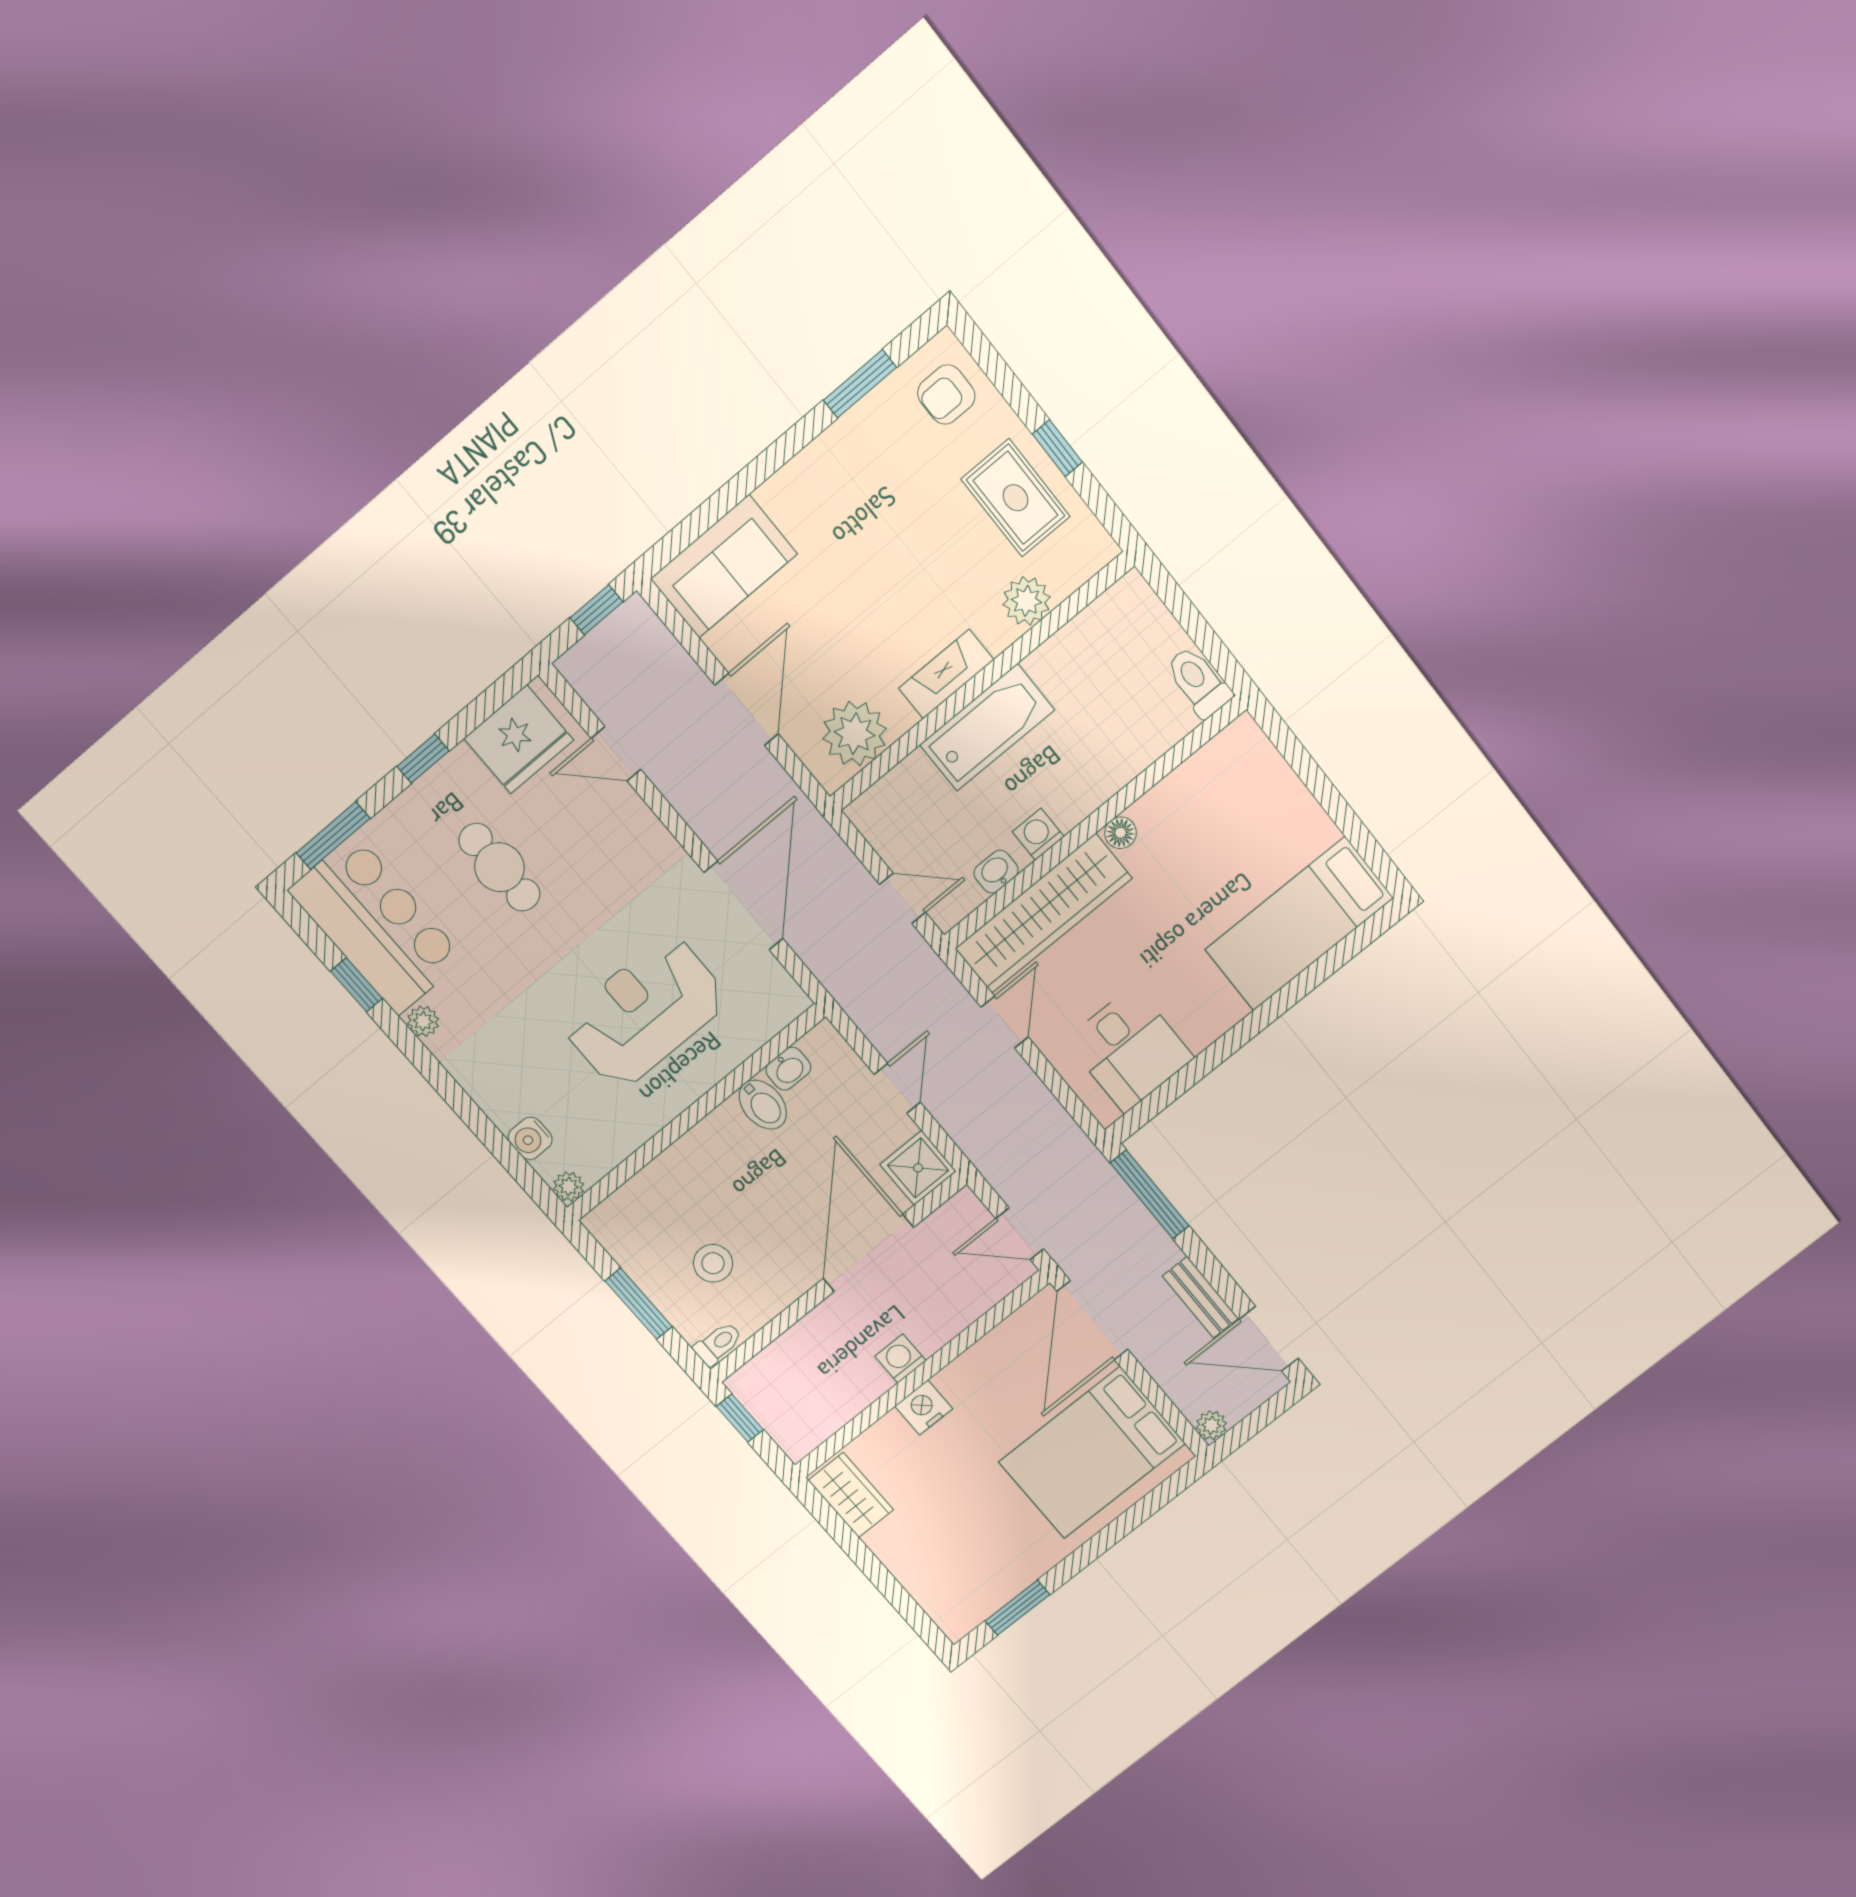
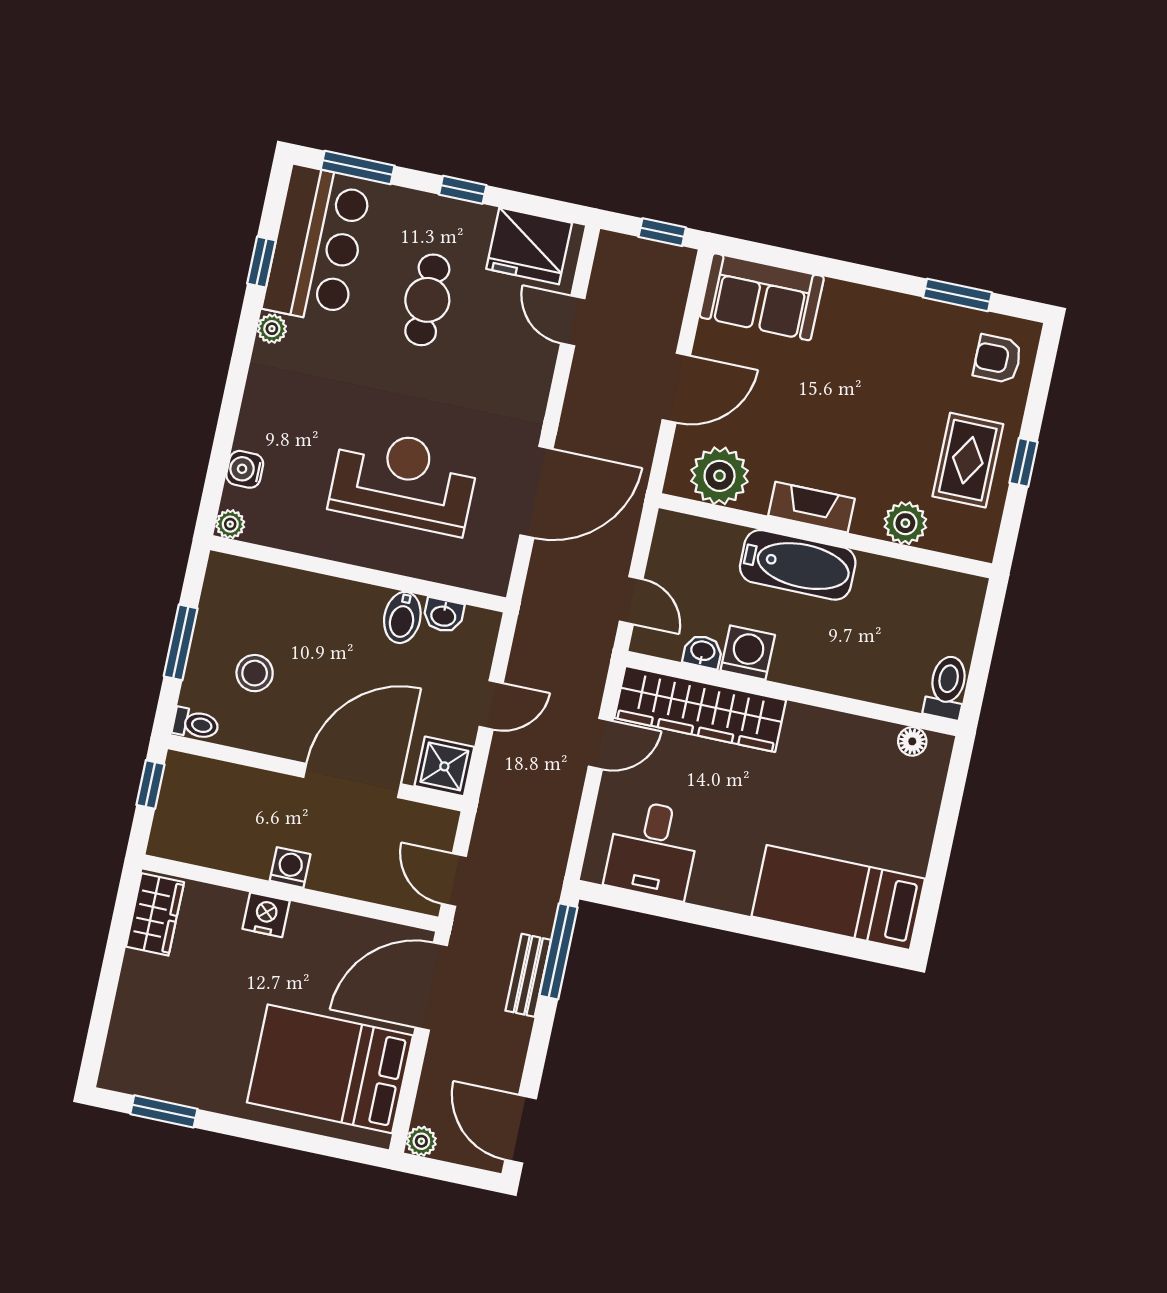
floor lamp: (1120, 833) -> (912, 741), moved
washing machine: (1038, 834) -> (748, 653), width x1.38, depth x1.38
bench: (1201, 1297) -> (528, 975), moved

